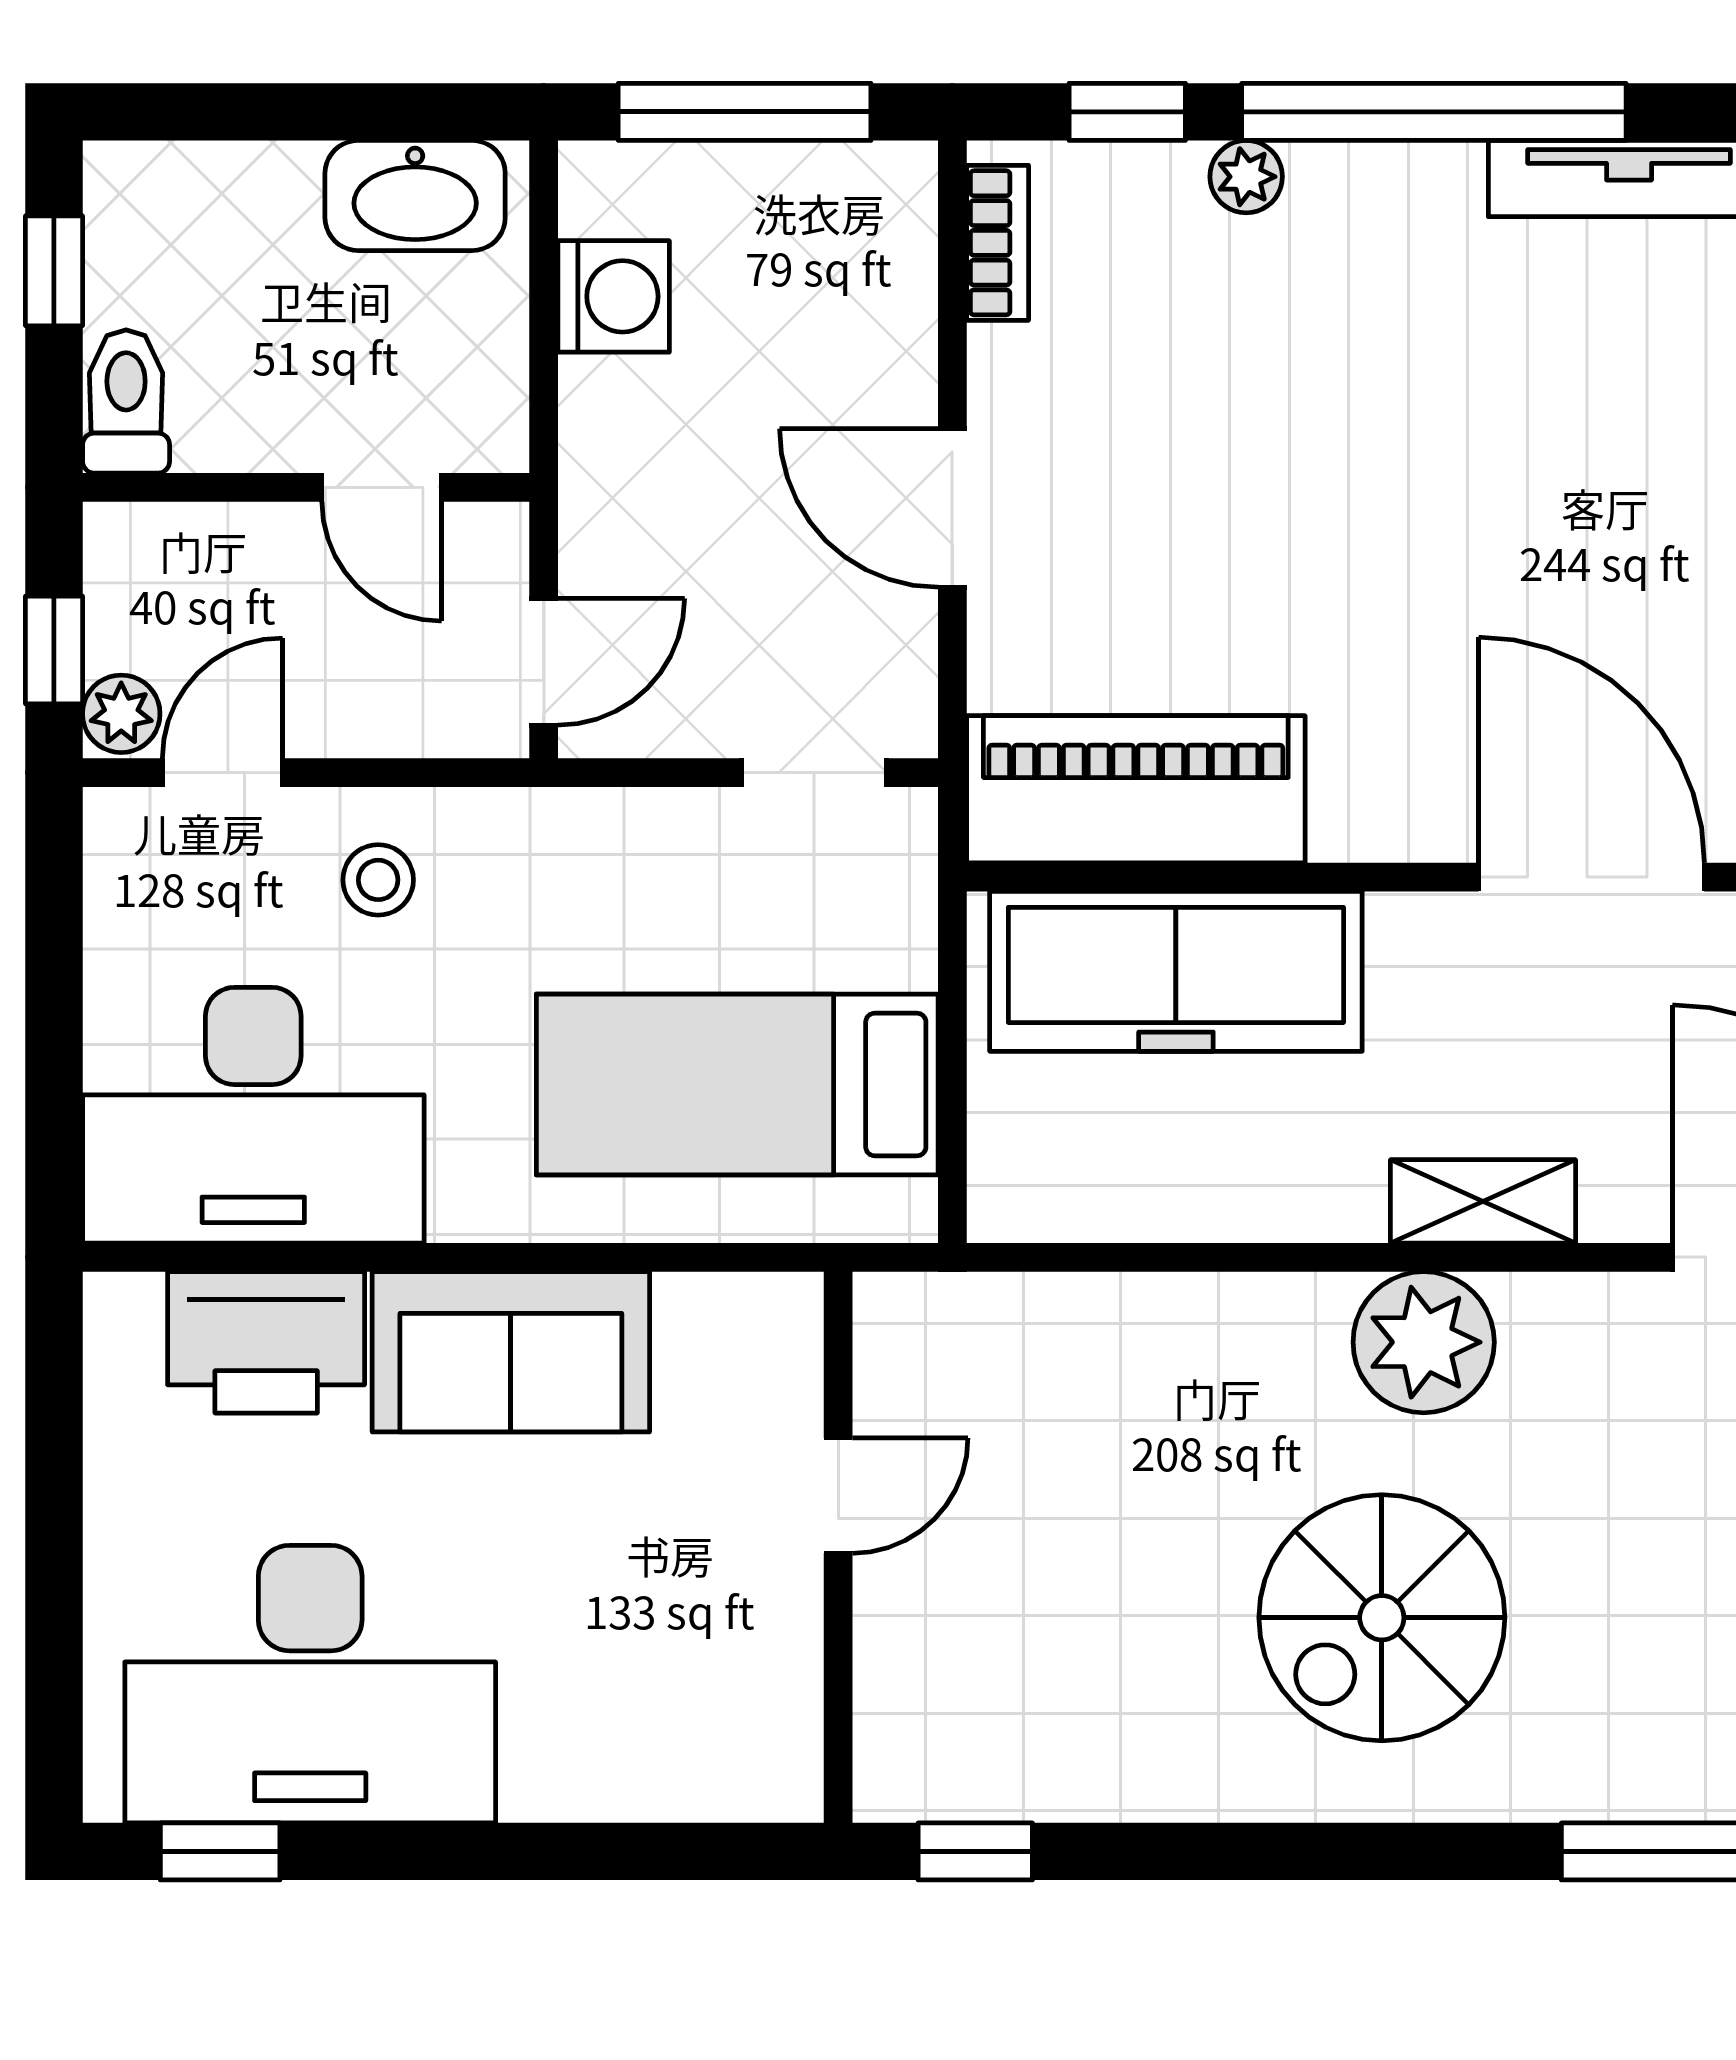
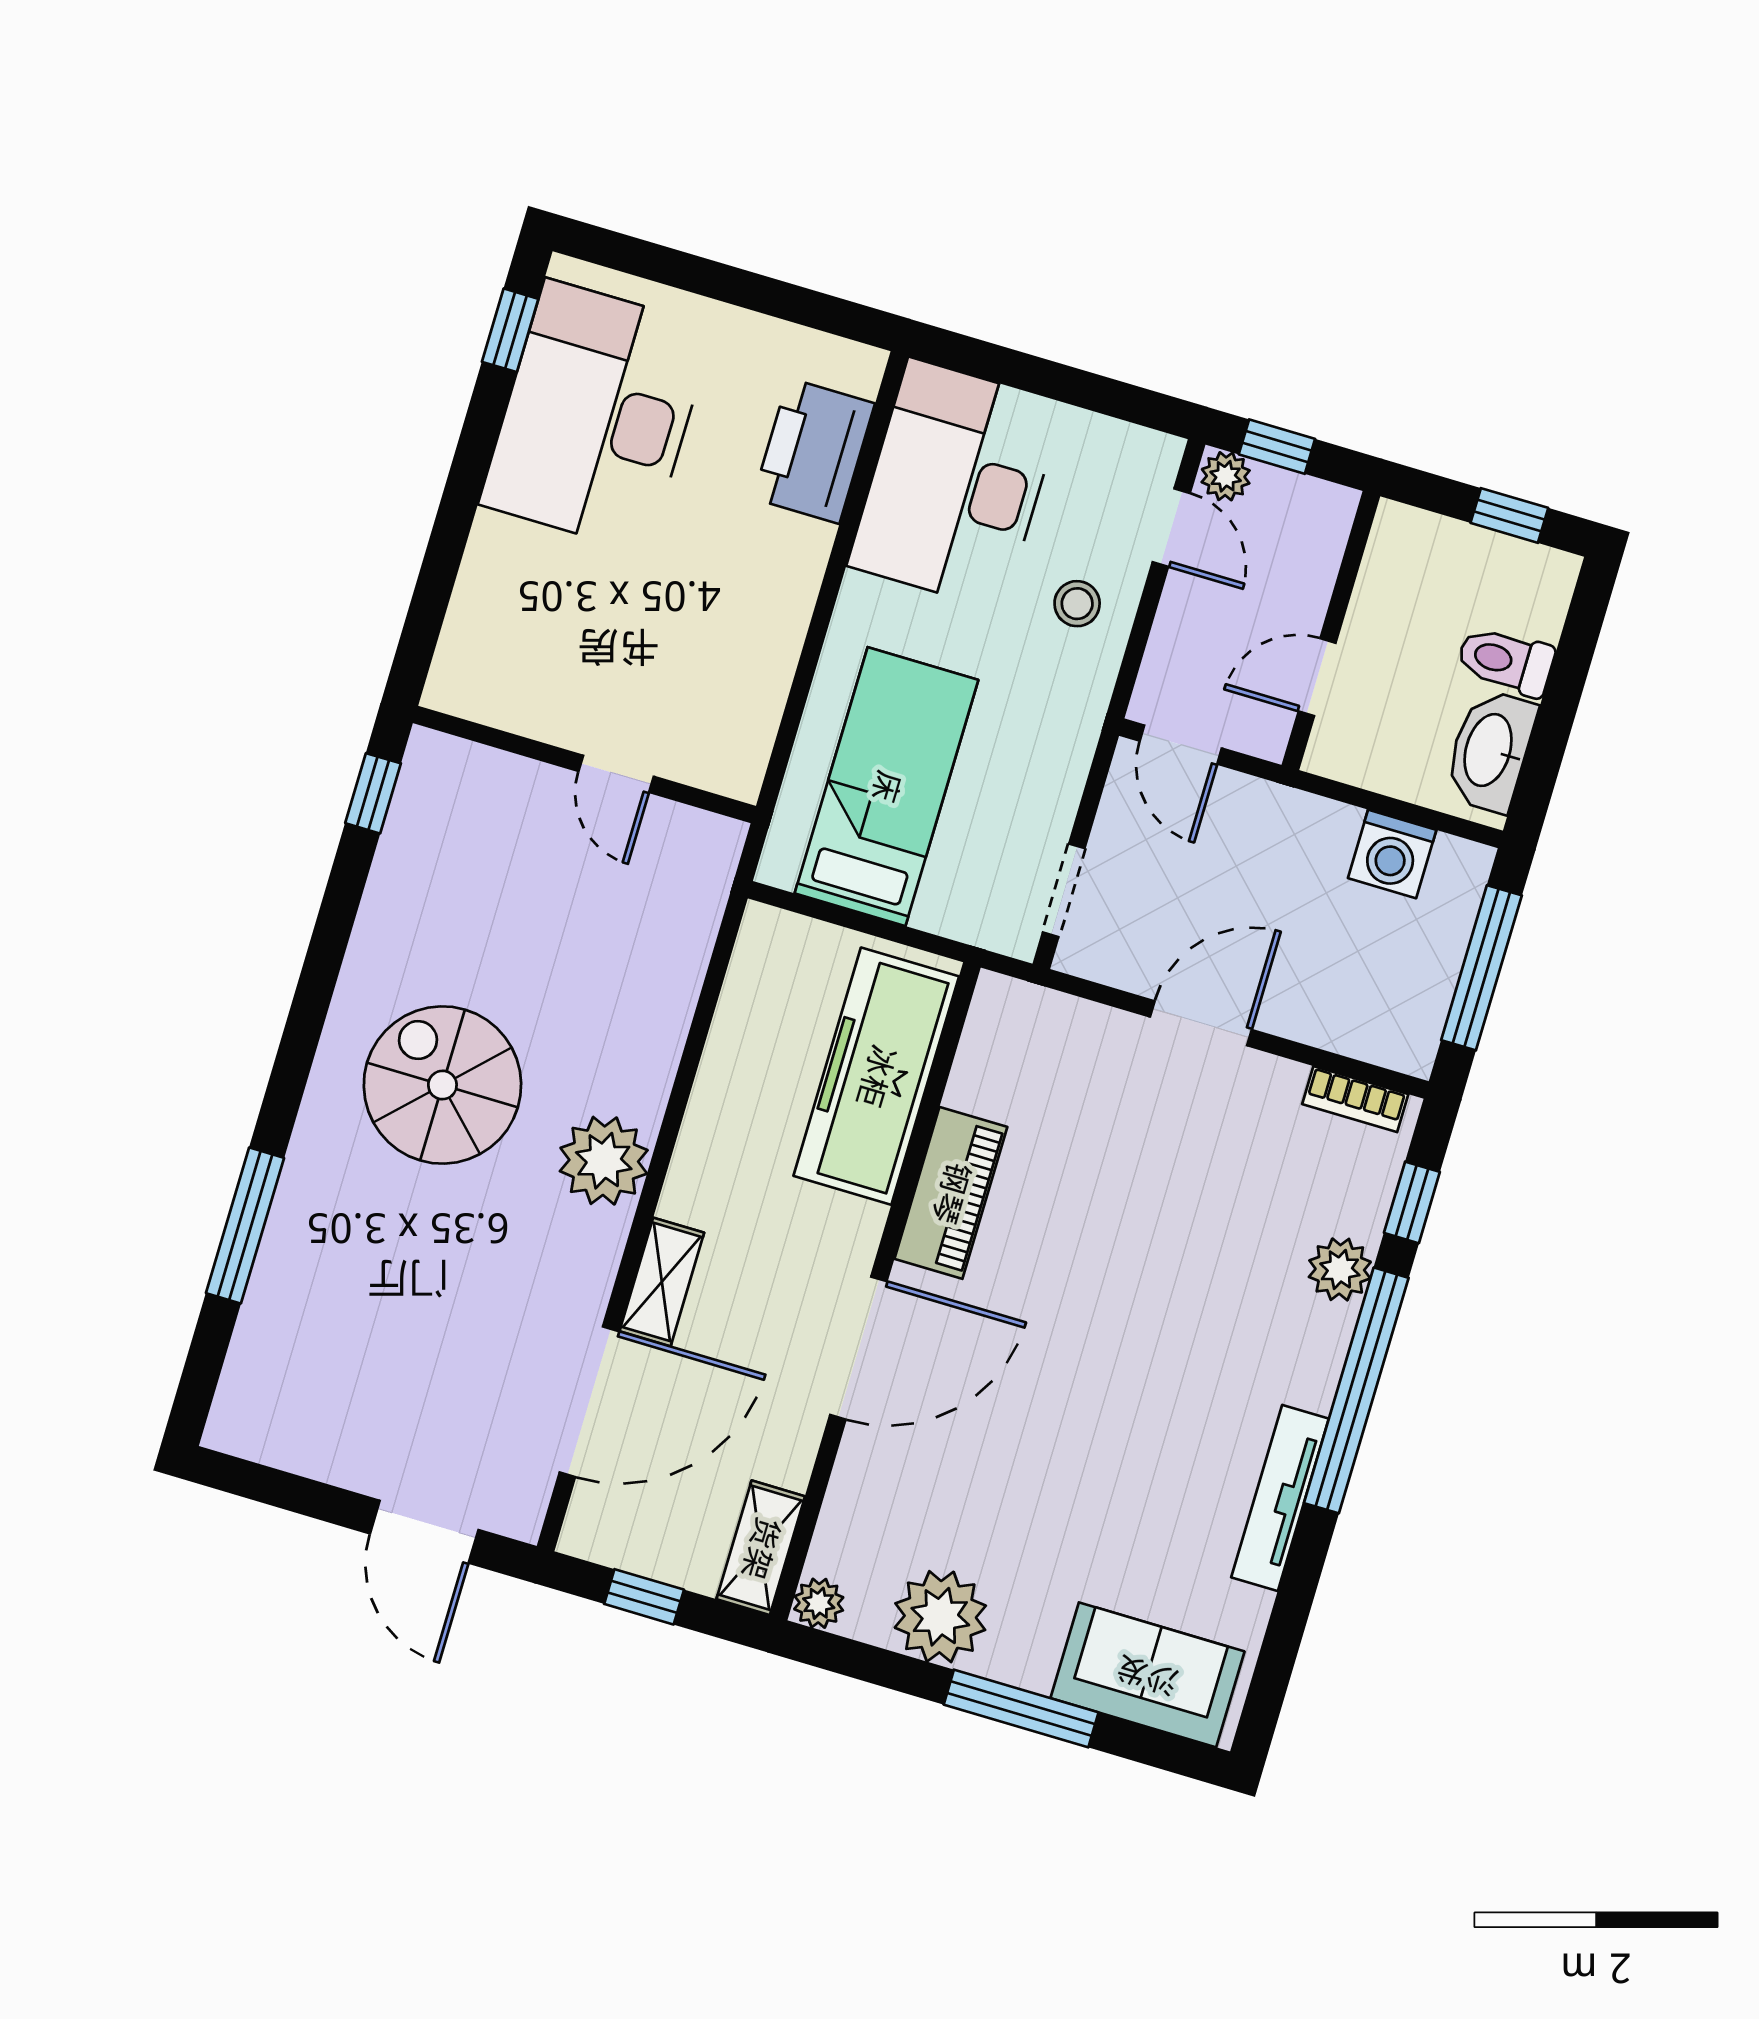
plant: (1246, 177) -> (1340, 1269), width x1.38, depth x1.38
toilet: (126, 401) -> (1506, 661), moved, turned 180
piano: (1136, 789) -> (951, 1193), moved, width x0.73, depth x0.75
shelving: (1483, 1201) -> (662, 1282), moved
sofa: (511, 1352) -> (764, 599), removed

